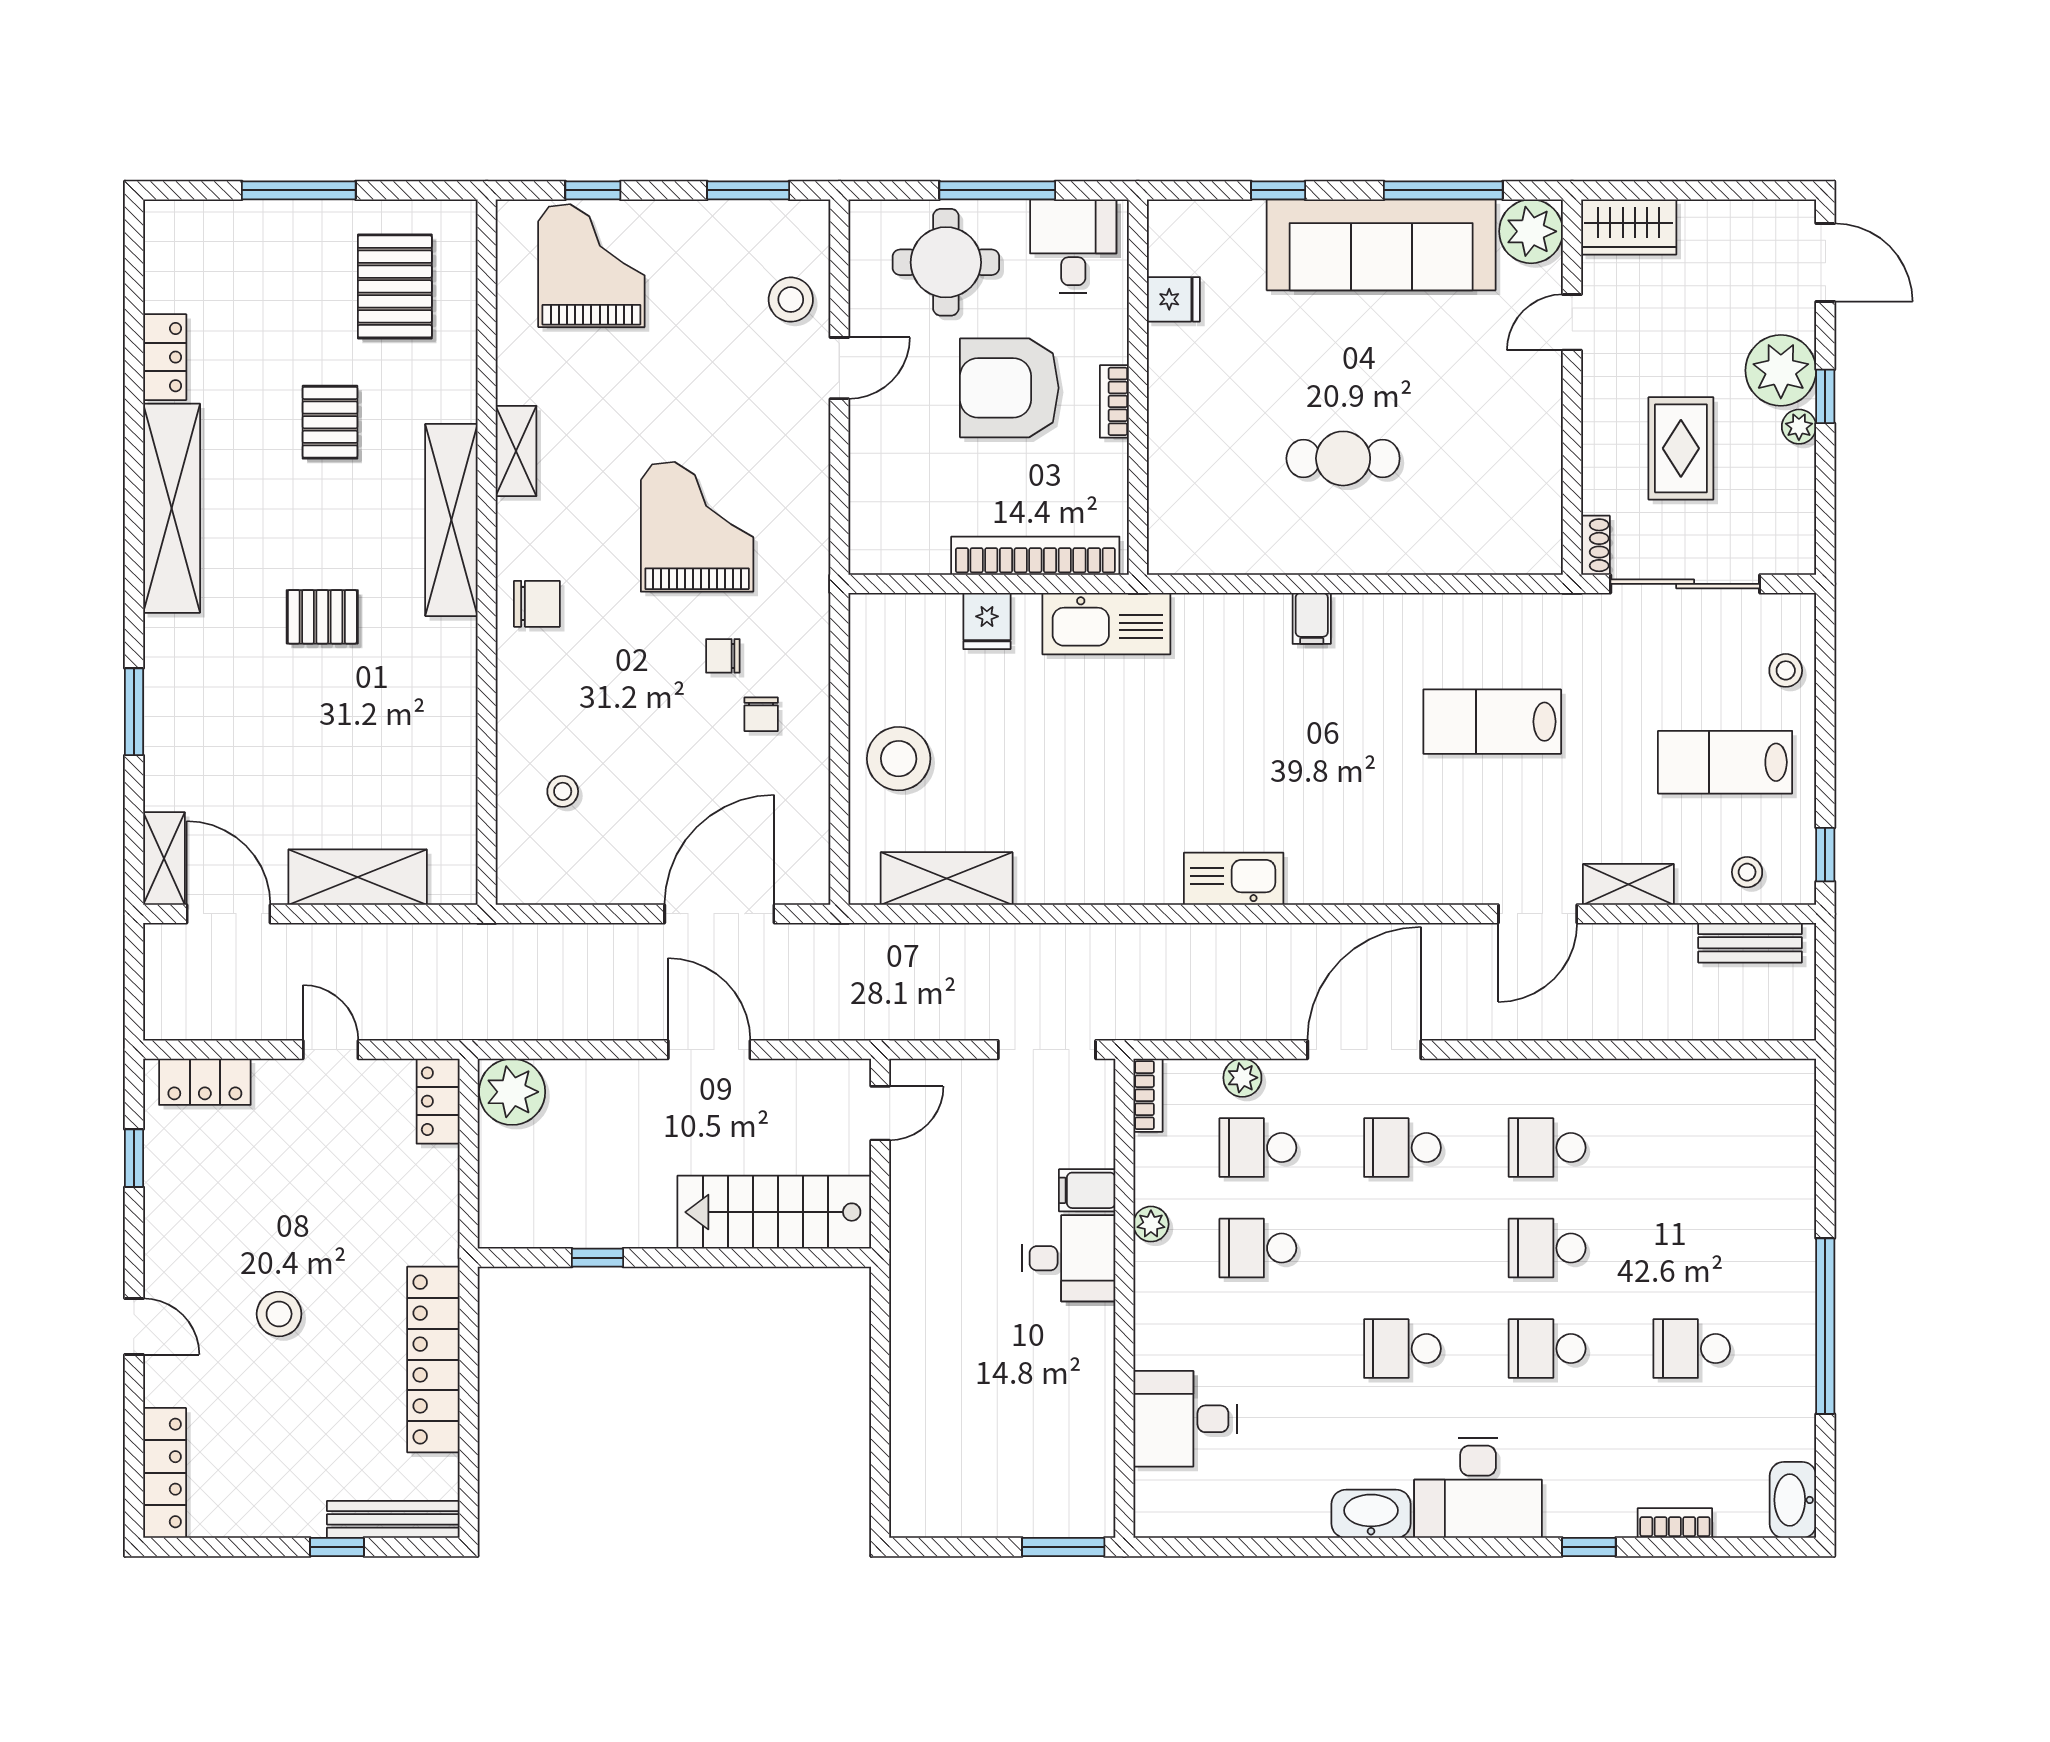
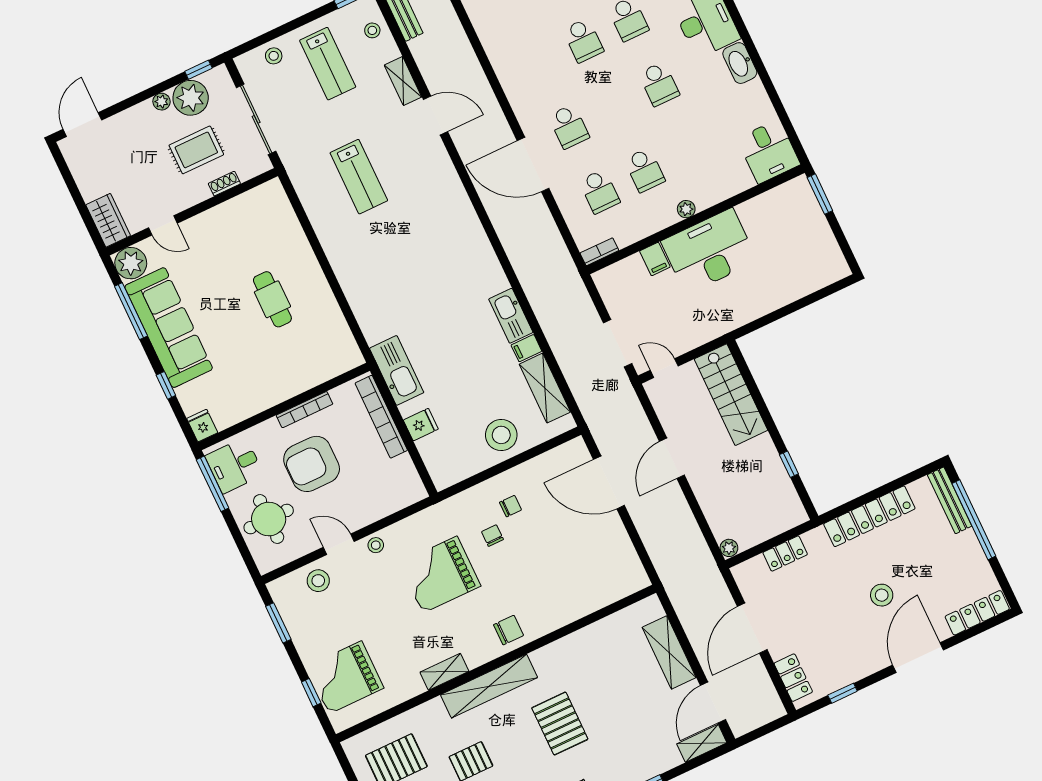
window: (997, 190) -> (213, 484), moved
fridge: (1173, 299) -> (202, 426), moved
plant: (1781, 370) -> (191, 98), moved
armchair: (1009, 388) -> (312, 464), turned 90
window: (1825, 396) -> (198, 70), moved
bookcase: (1114, 401) -> (304, 410), width x1.56
shoe rack: (1595, 545) -> (224, 184), moved
chair: (537, 604) -> (509, 630), turned 90
pallet: (322, 617) -> (560, 724), width x1.50, depth x1.42
filing cabinet: (1312, 618) -> (526, 348), moved, turned 180
chair: (723, 656) -> (492, 536), turned 180
stool: (563, 791) -> (376, 545), moved
kitchen sink: (1234, 879) -> (511, 316), moved
door: (331, 1050) -> (752, 628), width x1.88
doorway: (1047, 1050) -> (618, 343), moved
plant: (1242, 1078) -> (572, 213), removed
plant: (512, 1092) -> (729, 548), width x0.53, depth x0.53
locker: (438, 1101) -> (785, 553), moved
school desk: (1547, 1148) -> (538, 62), removed
plant: (1151, 1224) -> (686, 209), moved
desk: (1069, 1258) -> (709, 251), width x1.87, depth x1.30
door: (134, 1327) -> (918, 658), width x1.88
desk: (1185, 1419) -> (769, 151), moved
window: (337, 1547) -> (974, 520), width x3.17

